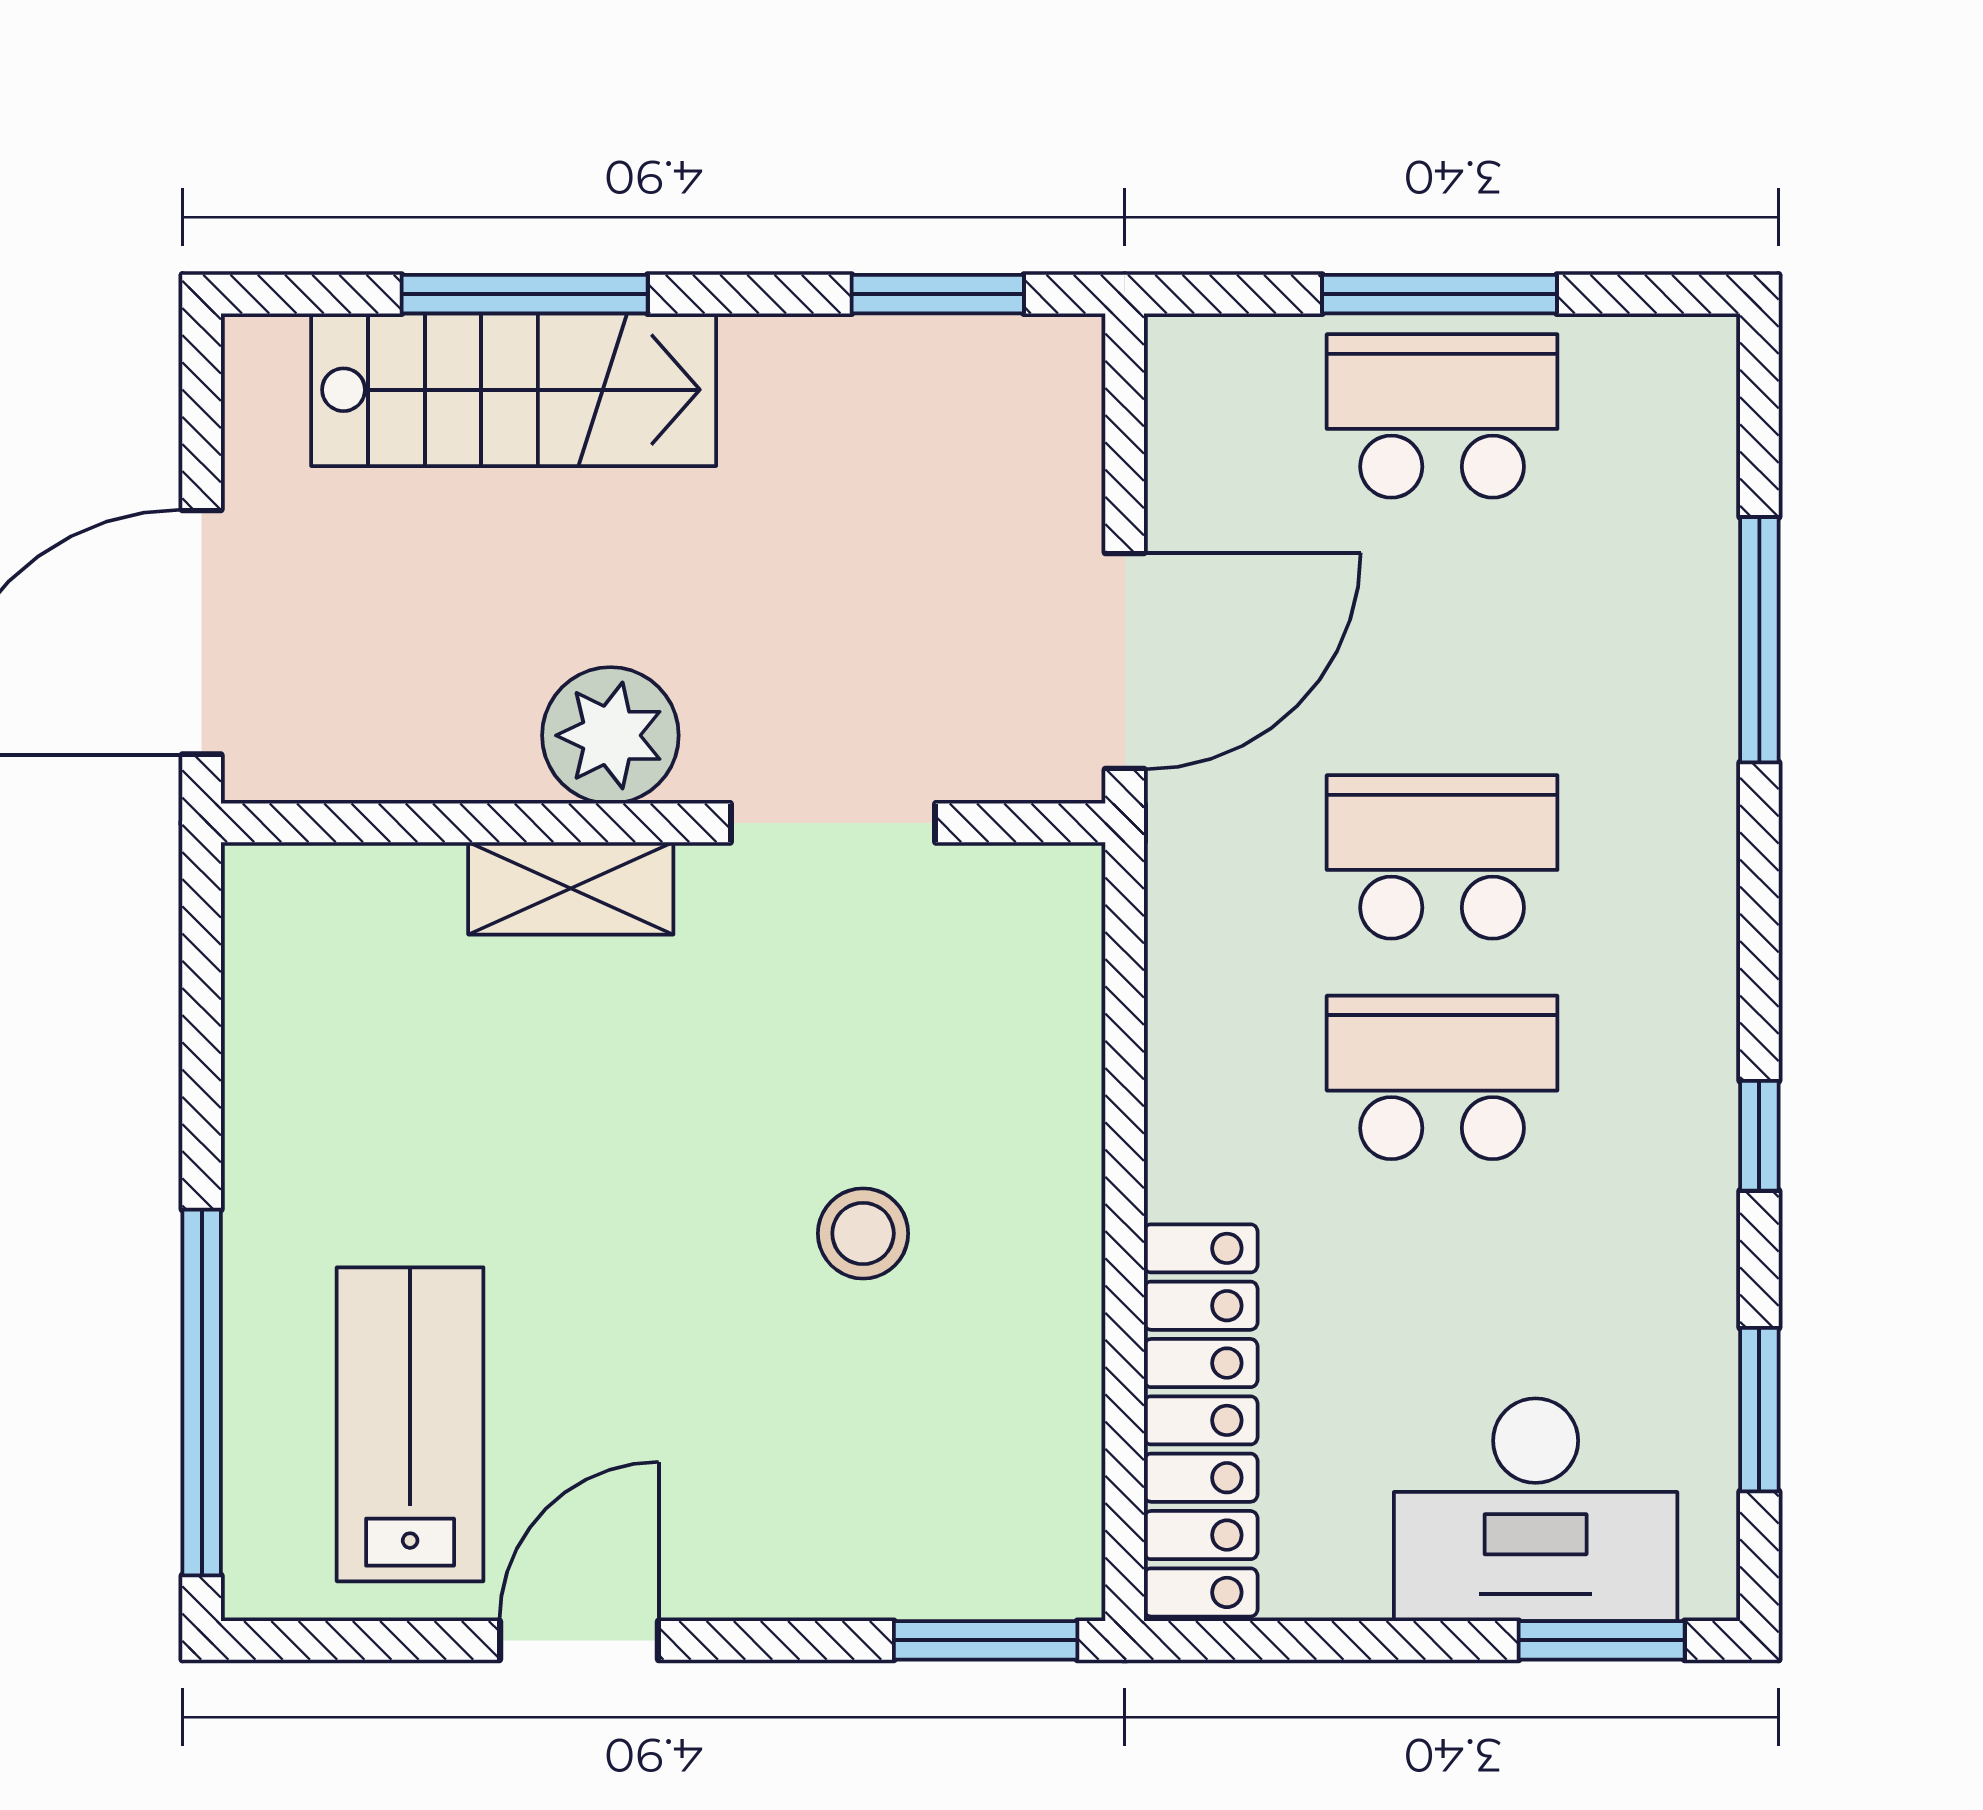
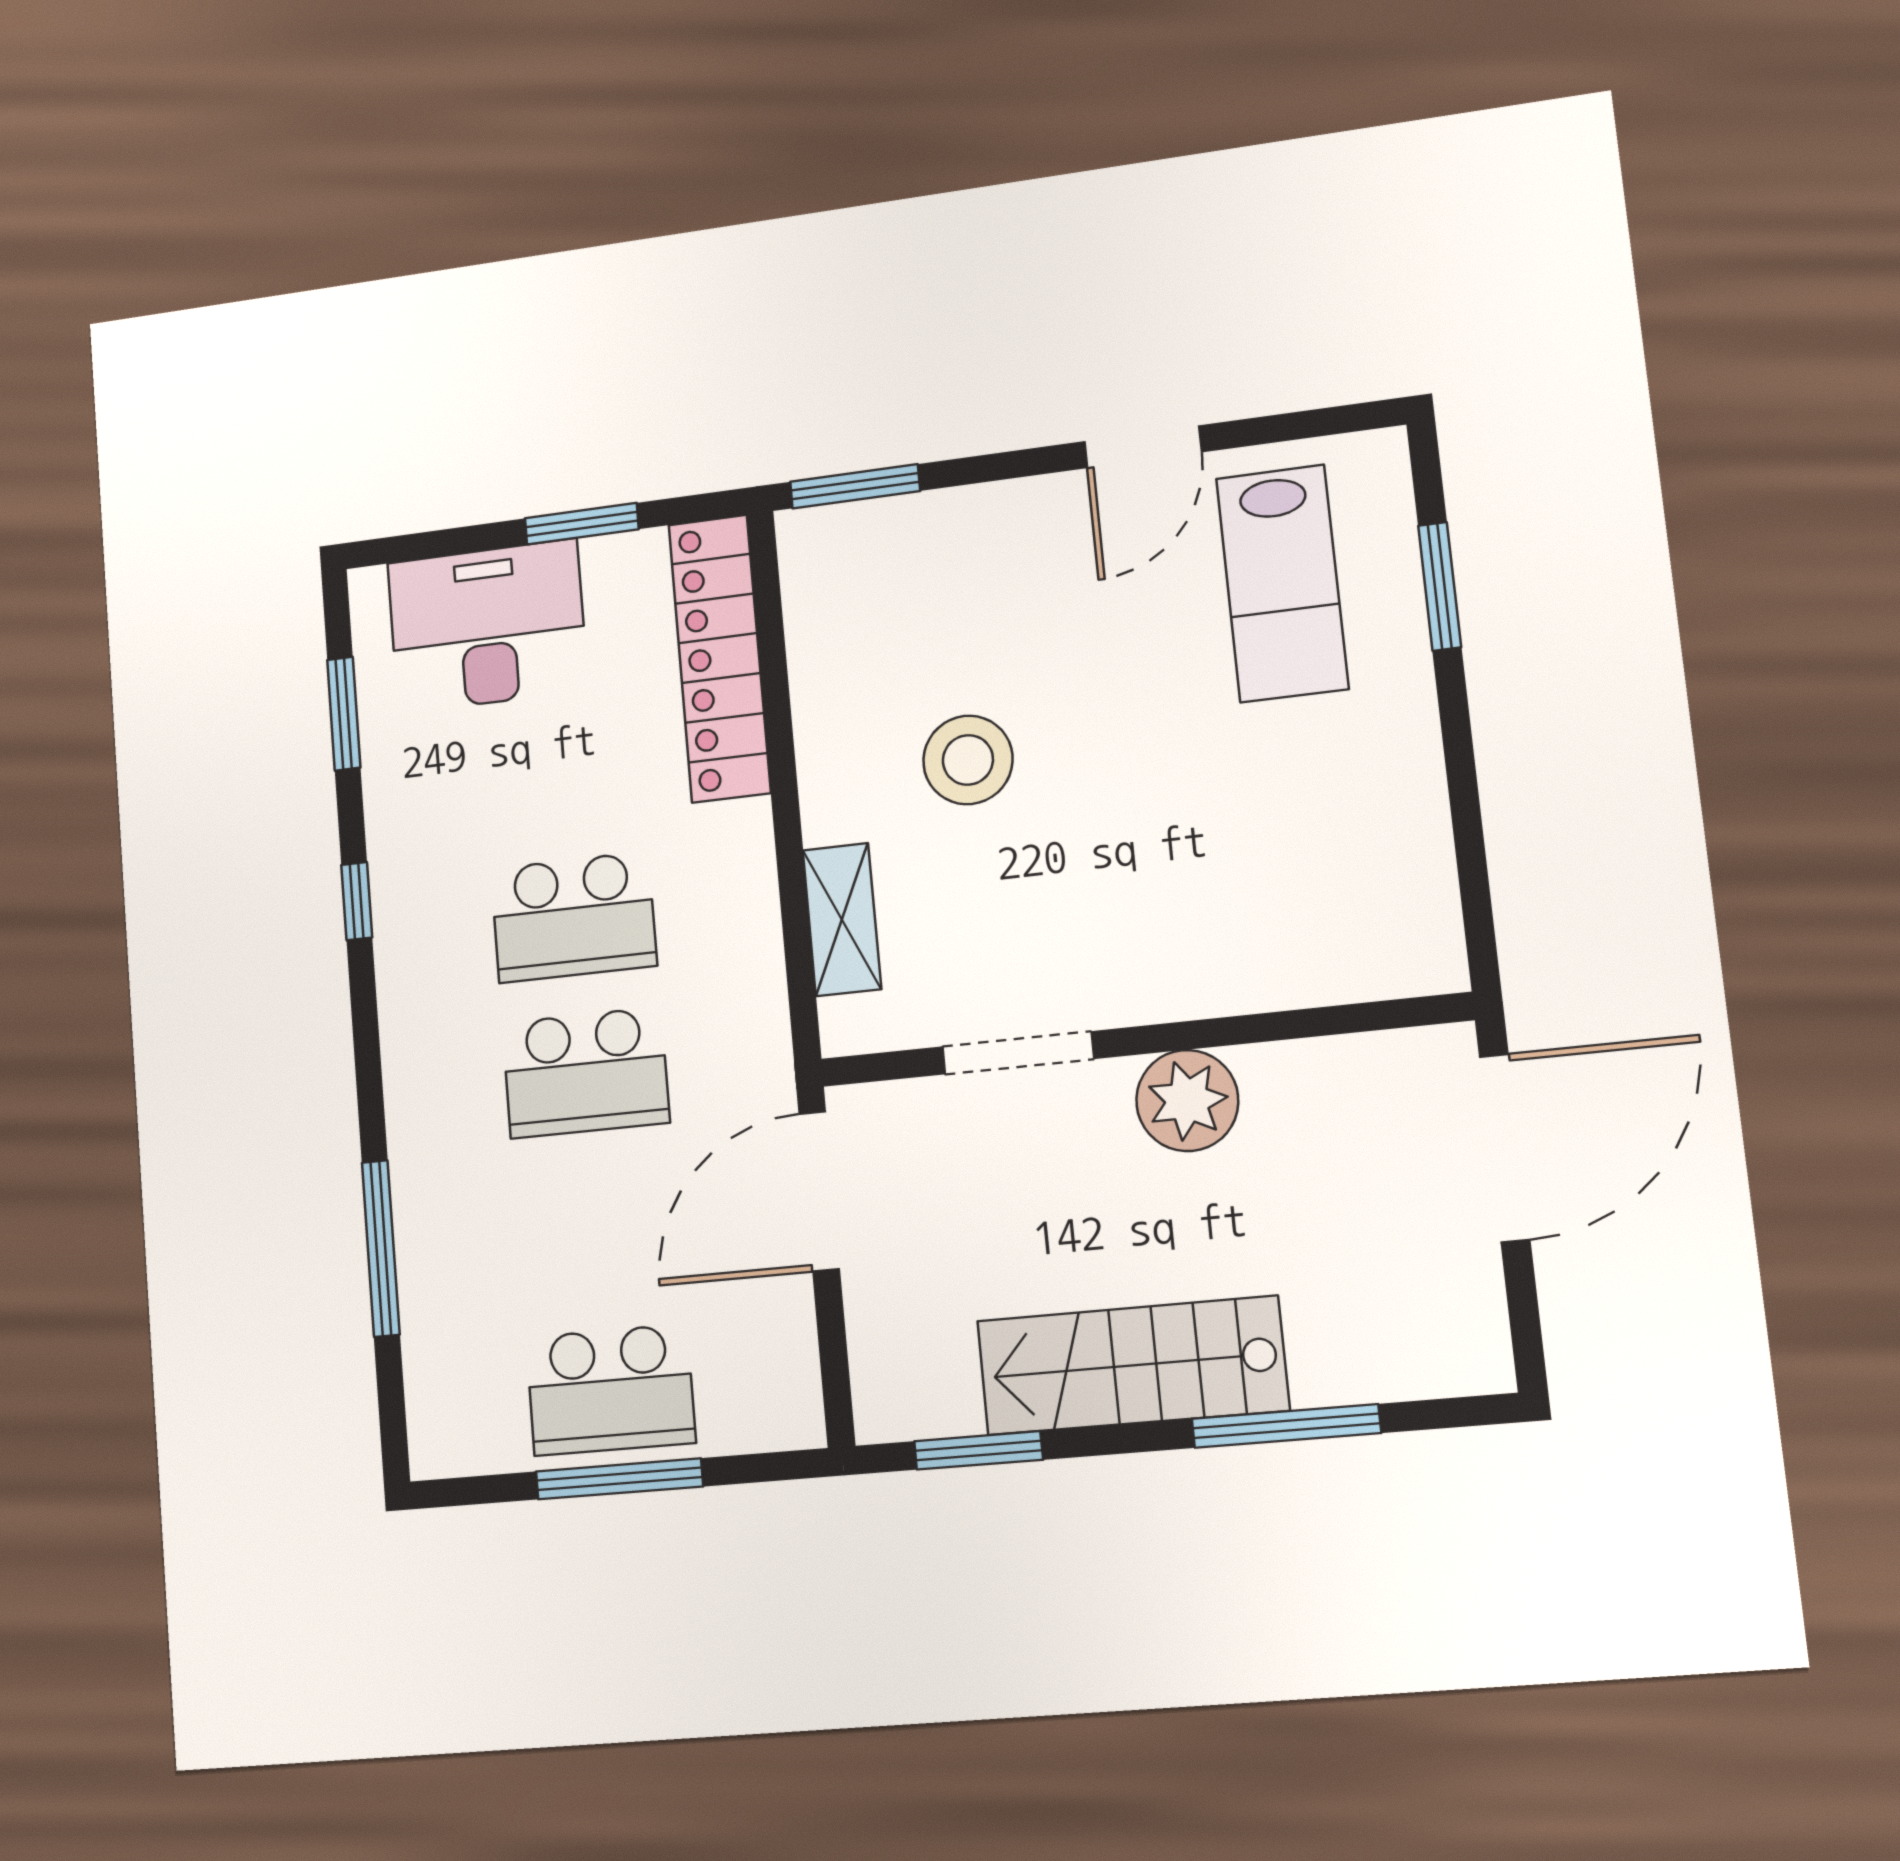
stairs: (514, 390) -> (1132, 1366), moved
shelving: (571, 888) -> (842, 920), moved, turned 90
stool: (863, 1233) -> (968, 760), width x1.38, depth x1.38
window: (202, 1392) -> (1440, 586), width x0.47
window: (1602, 1640) -> (582, 524), moved

